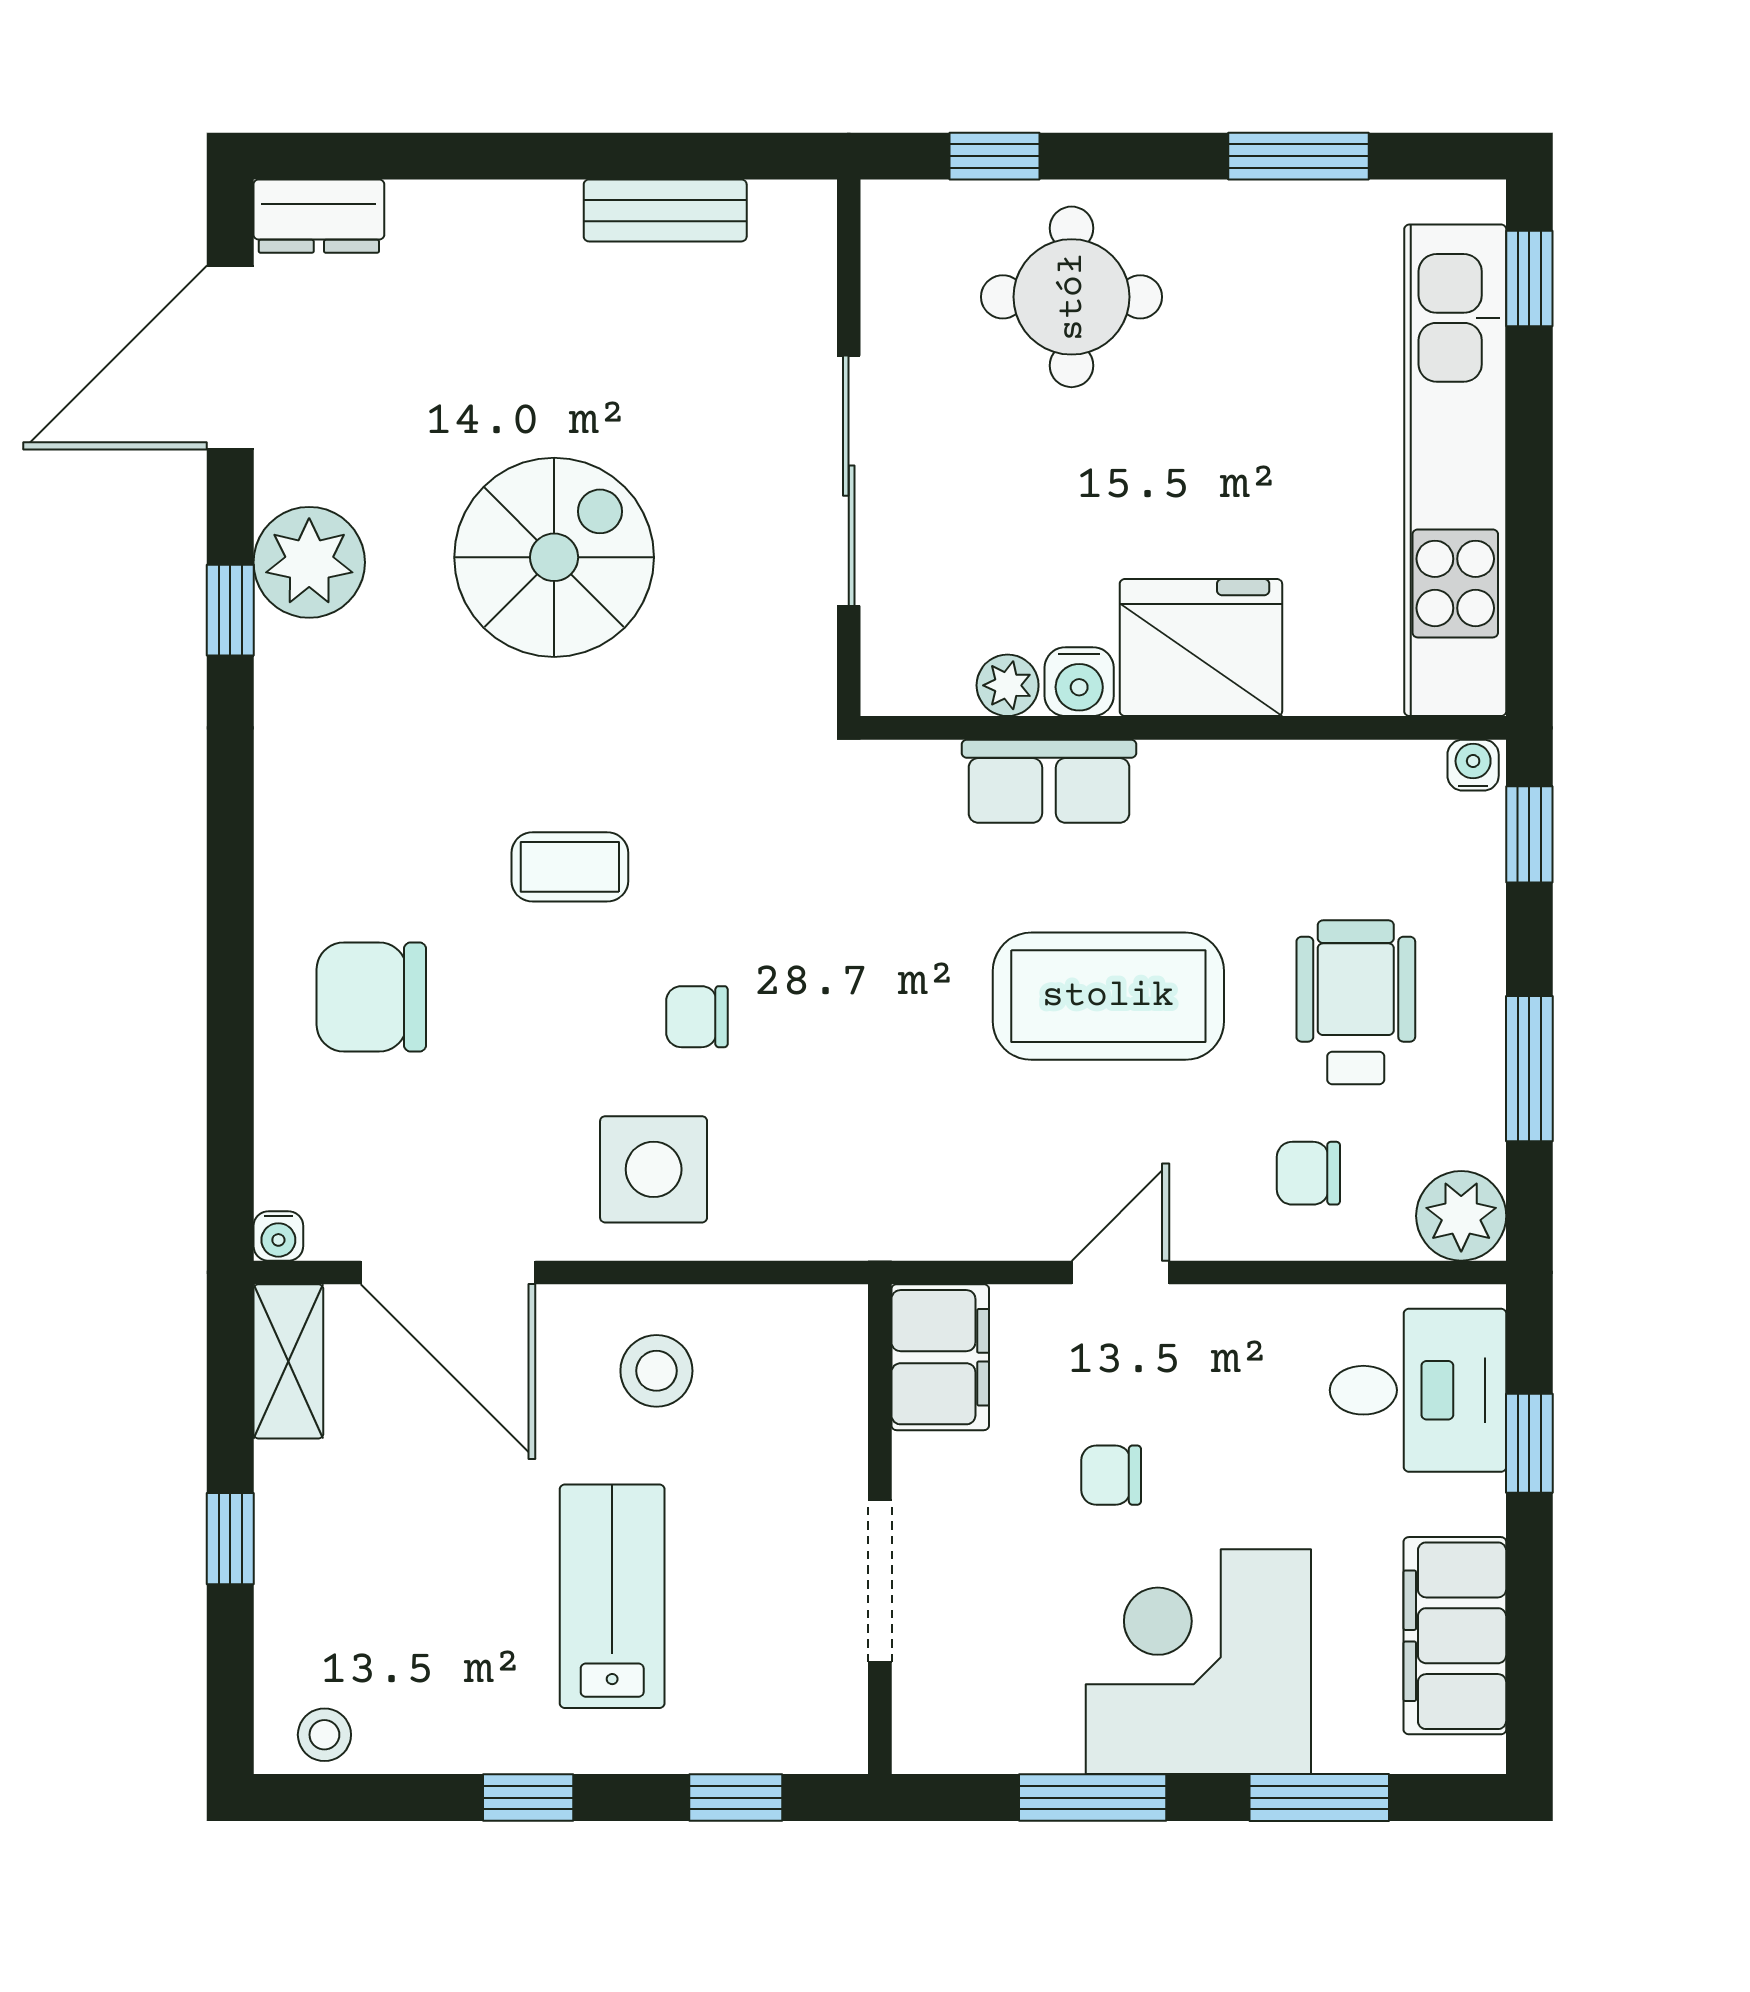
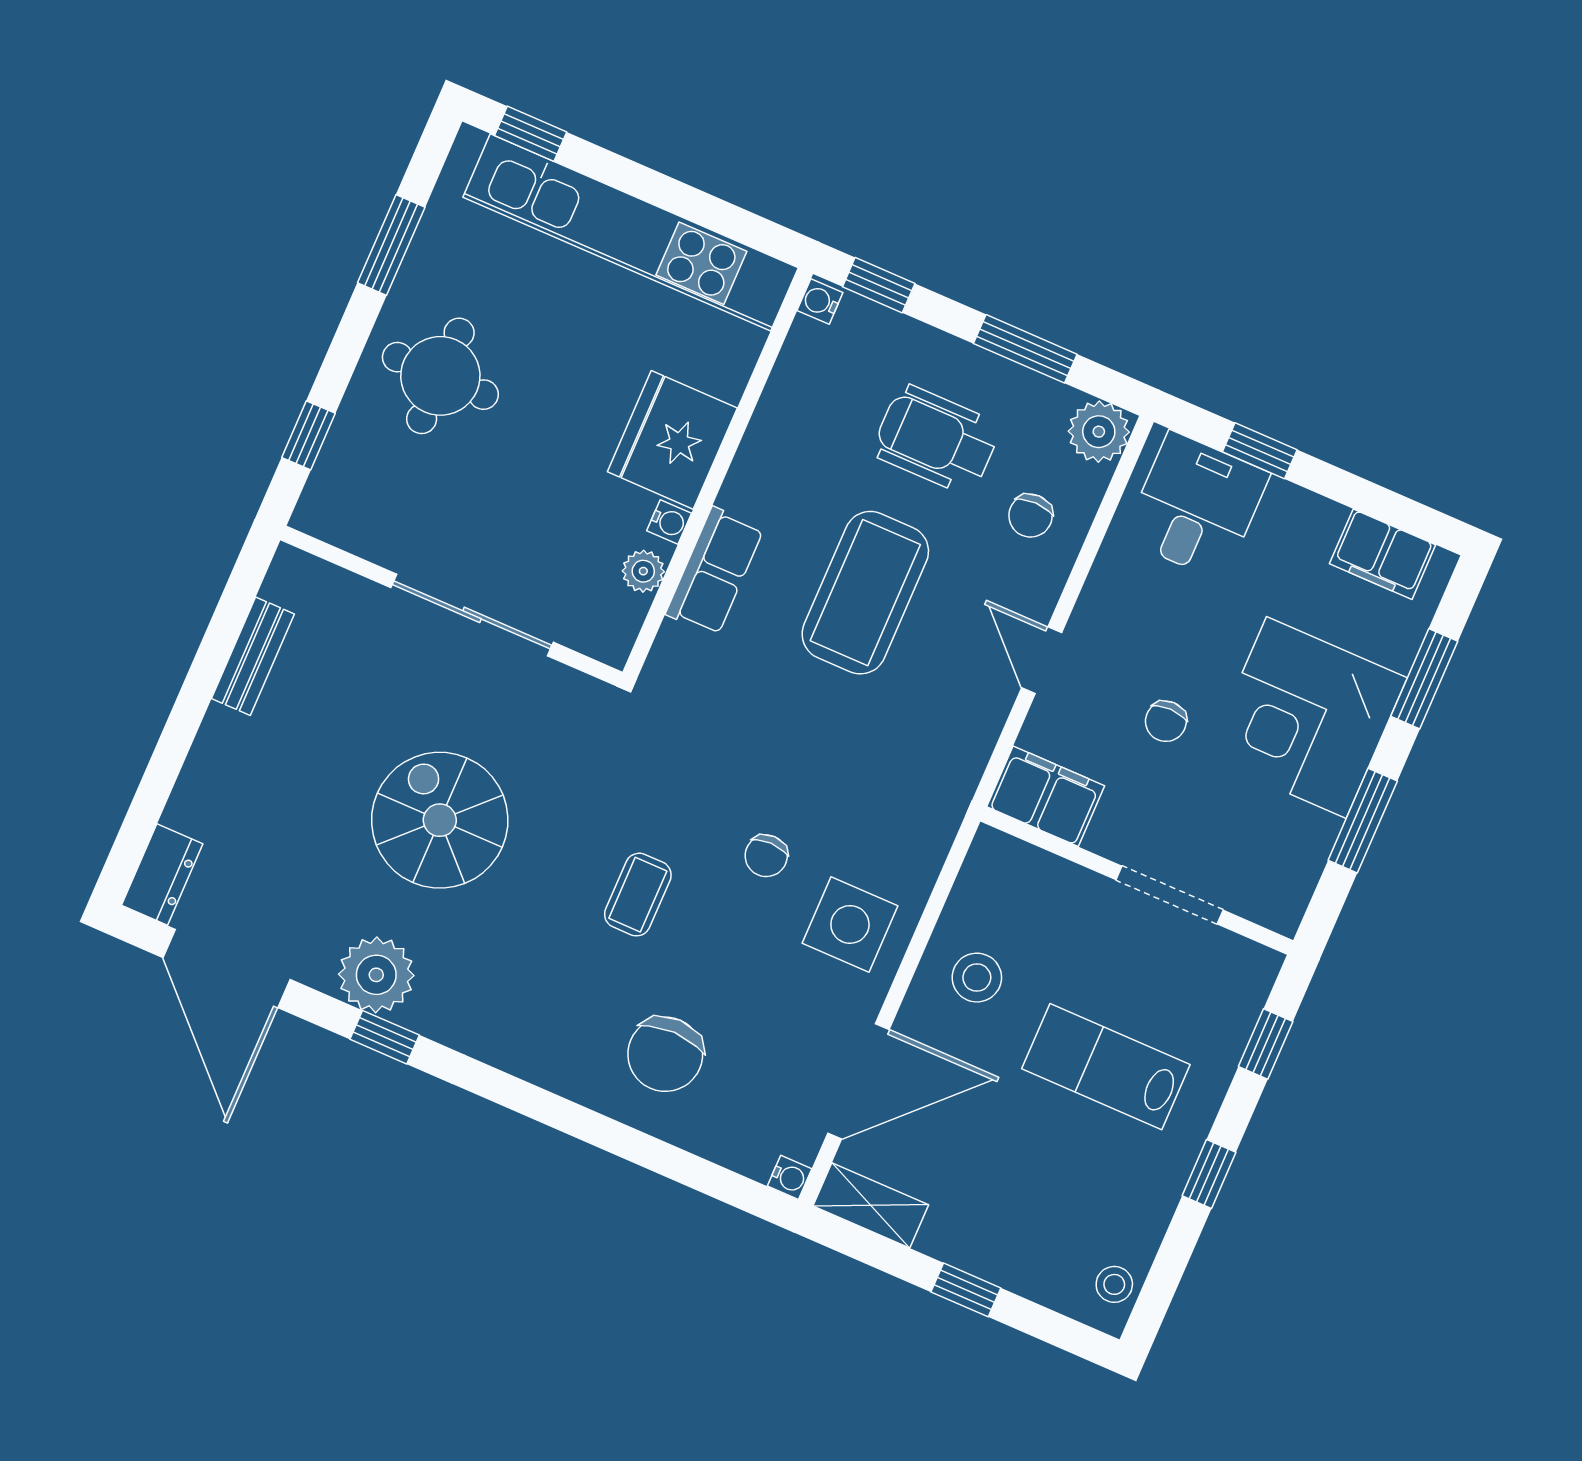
round table: (1072, 297) -> (440, 376), moved
water cooler: (1079, 682) -> (669, 522), width x0.72, depth x0.72
filing cabinet: (1455, 1636) -> (1383, 554), width x0.67, depth x0.86

